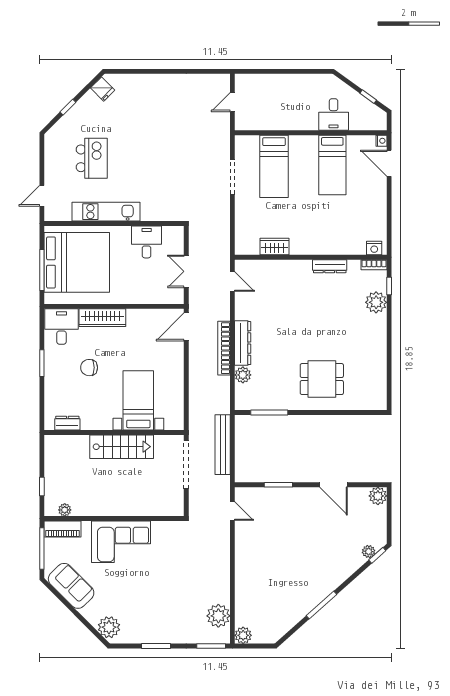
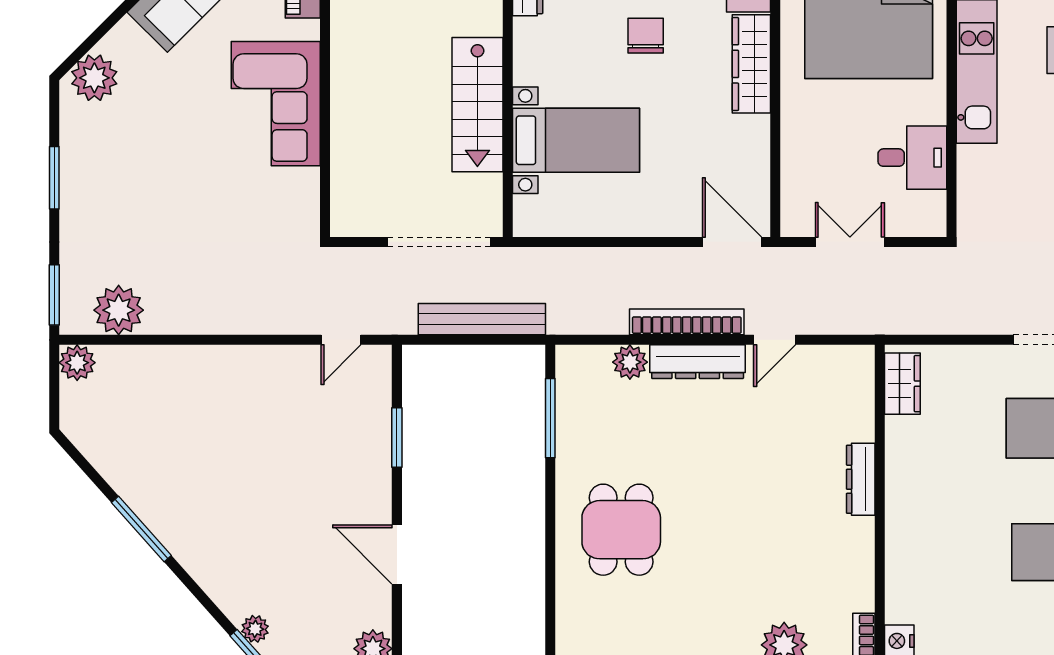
wardrobe: (275, 247) -> (902, 384), moved
dresser: (330, 266) -> (861, 479), moved
door: (232, 282) -> (775, 340), moved
door: (334, 485) -> (397, 555), hinge flipped

